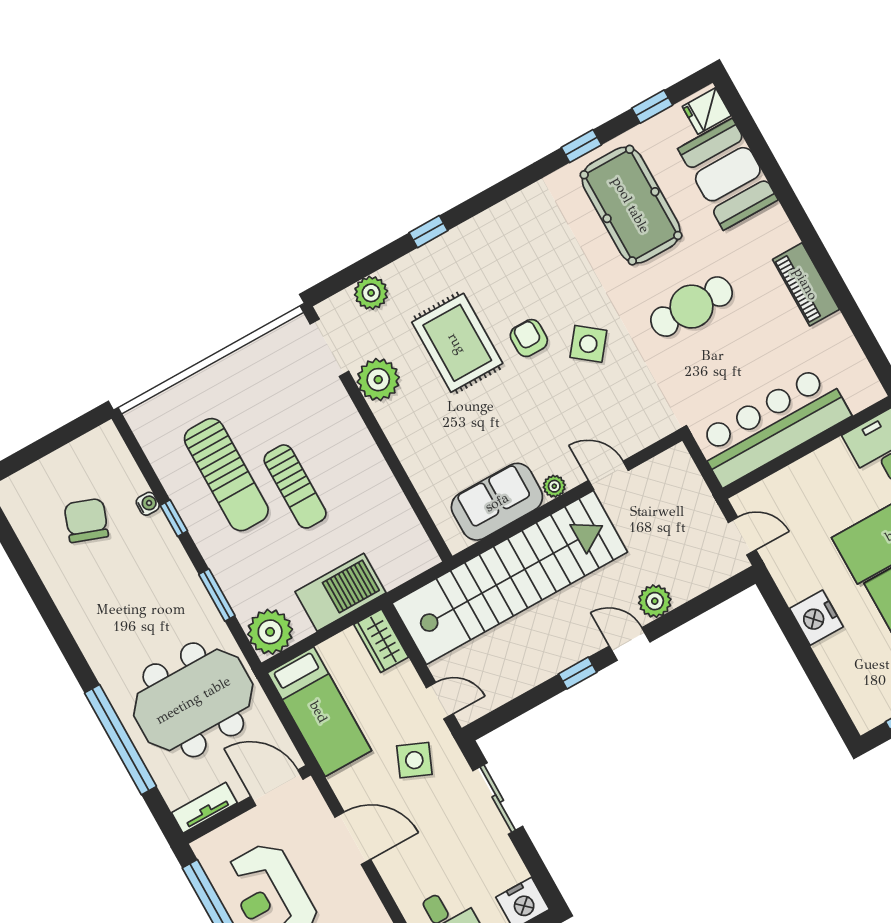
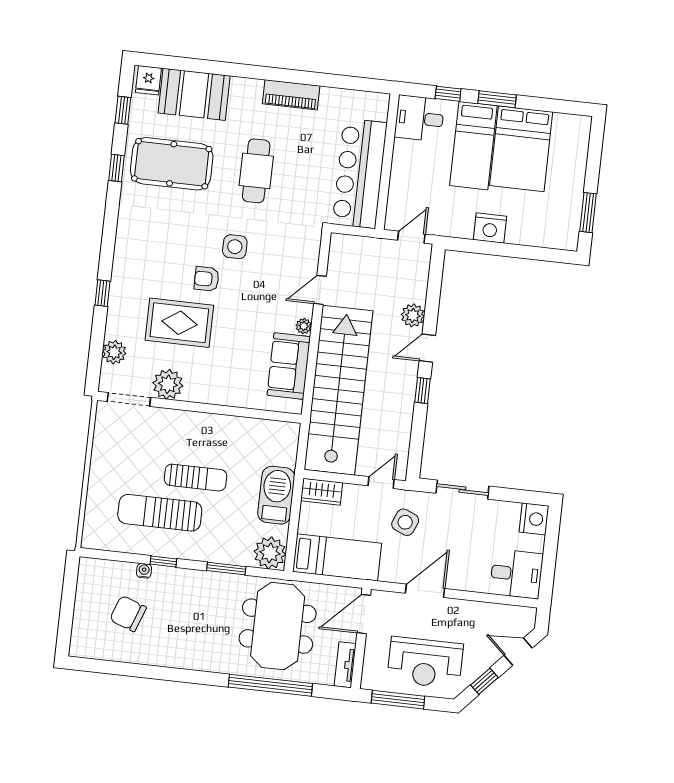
side table: (588, 344) -> (235, 247), turned -38
sun lounger: (226, 475) -> (160, 513), turned 180

